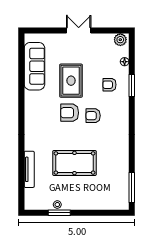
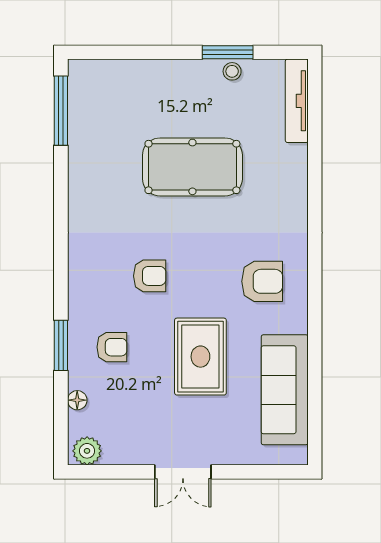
armchair: (70, 113) -> (262, 281), moved
tv unit: (29, 169) -> (297, 101), moved

